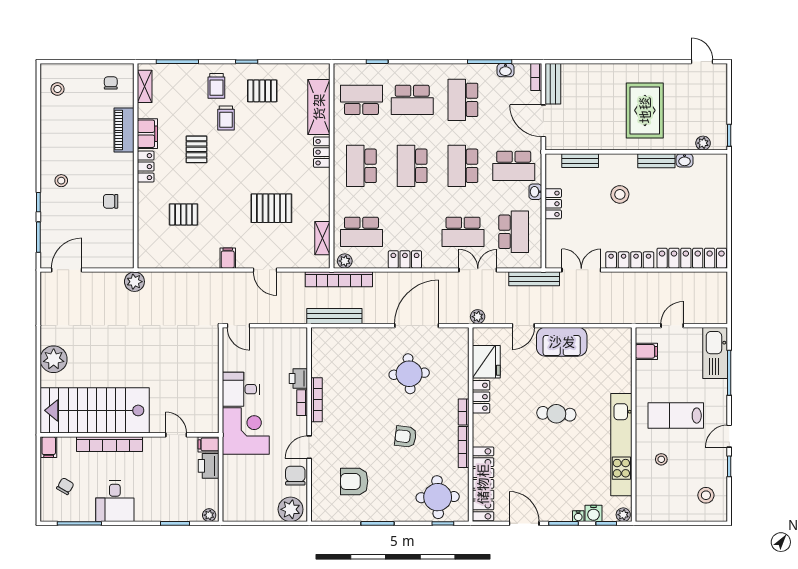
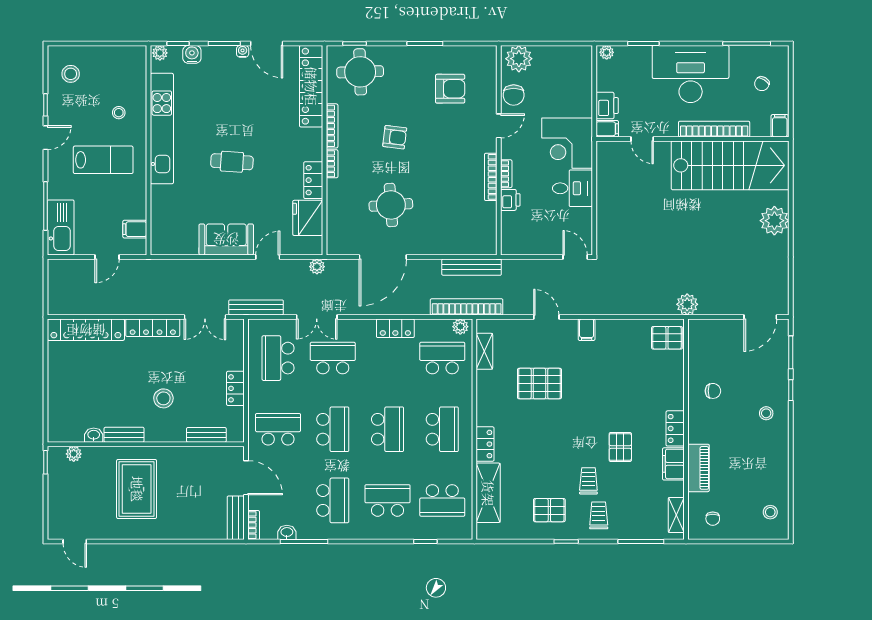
washbasin: (535, 192) -> (255, 401), removed
pallet: (184, 214) -> (667, 338), moved
desk: (115, 501) -> (691, 74), width x1.87, depth x1.30
water cooler: (578, 516) -> (243, 51), moved

